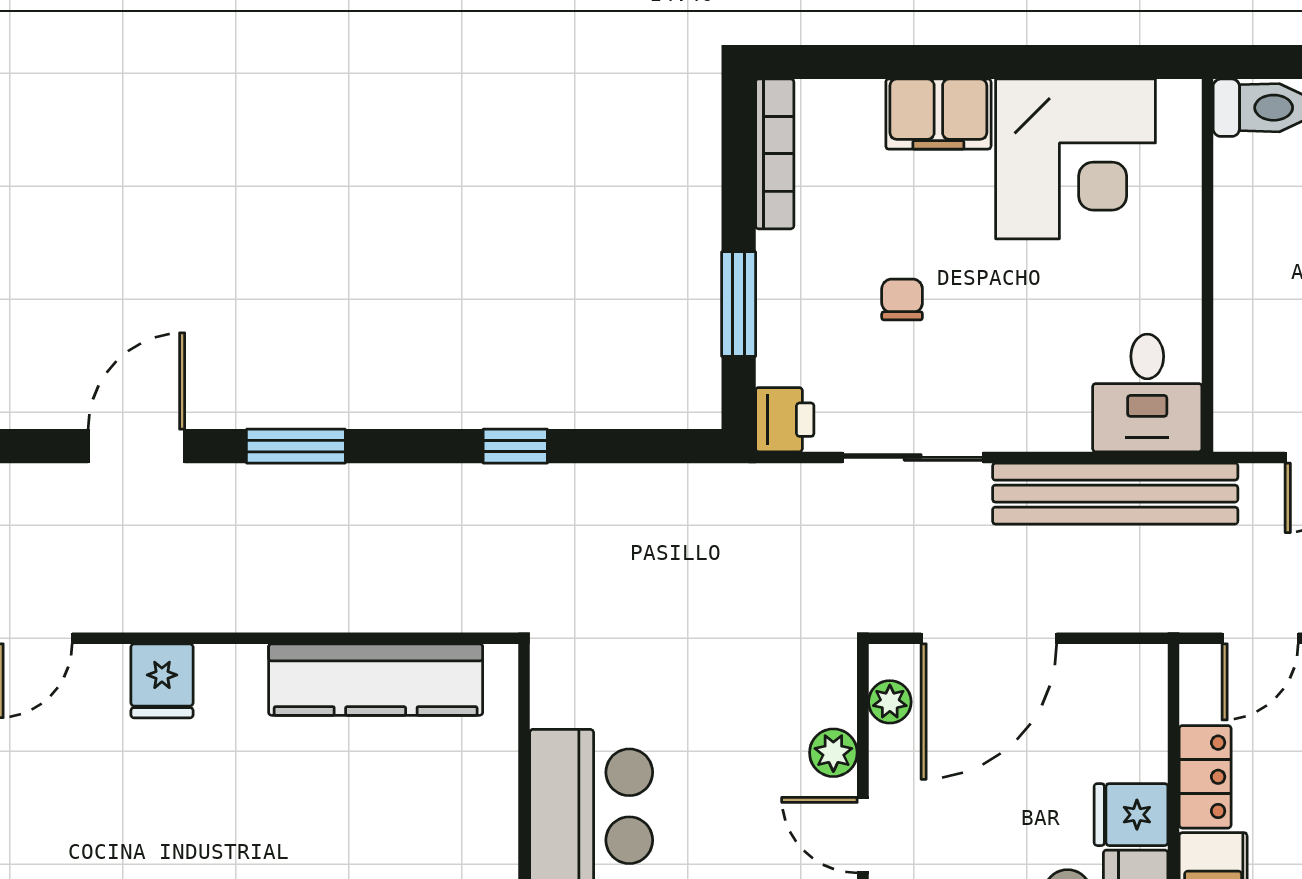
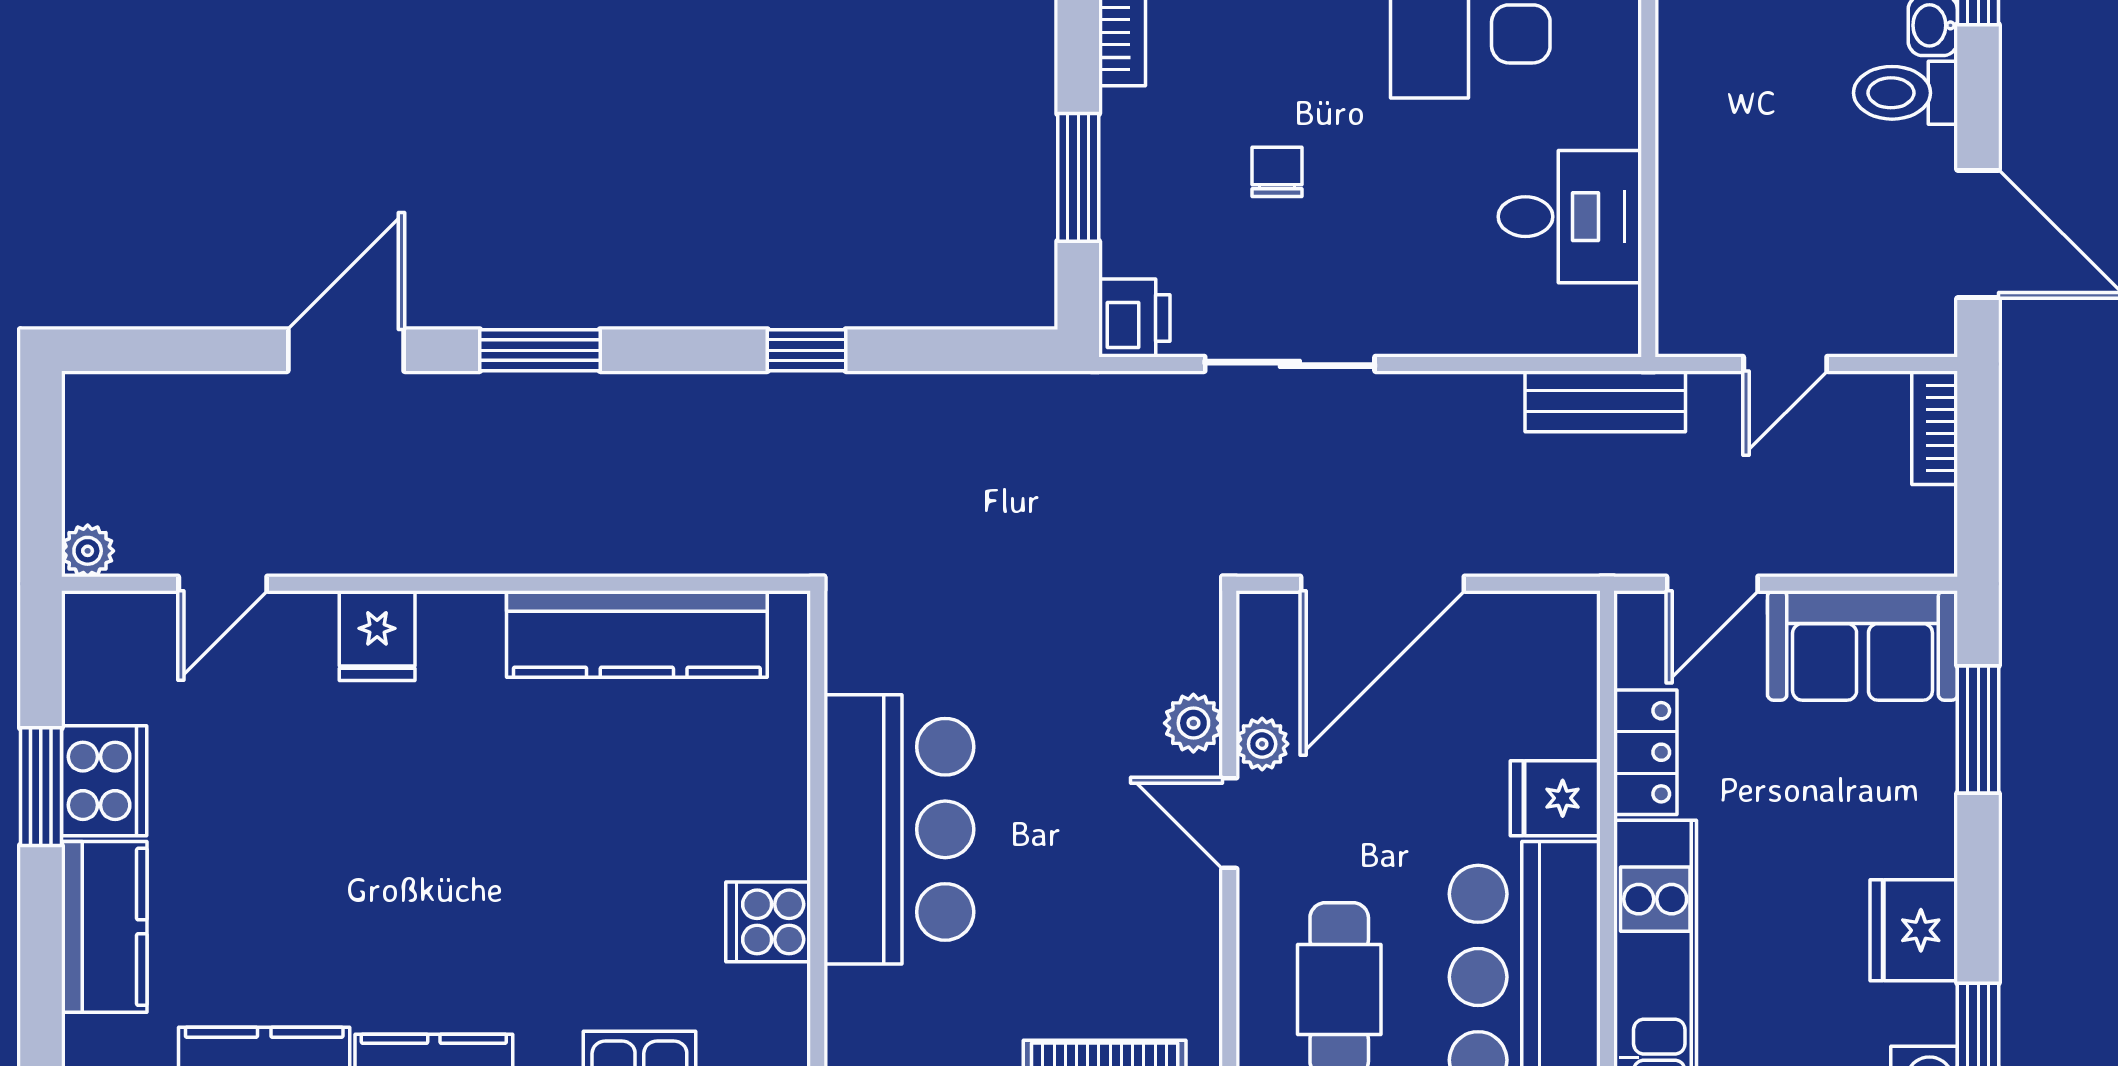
desk: (1147, 393) -> (1570, 217), moved, turned -90
bench: (1115, 494) -> (1605, 401), width x0.54, depth x0.82
plant: (890, 702) -> (1262, 744), moved

